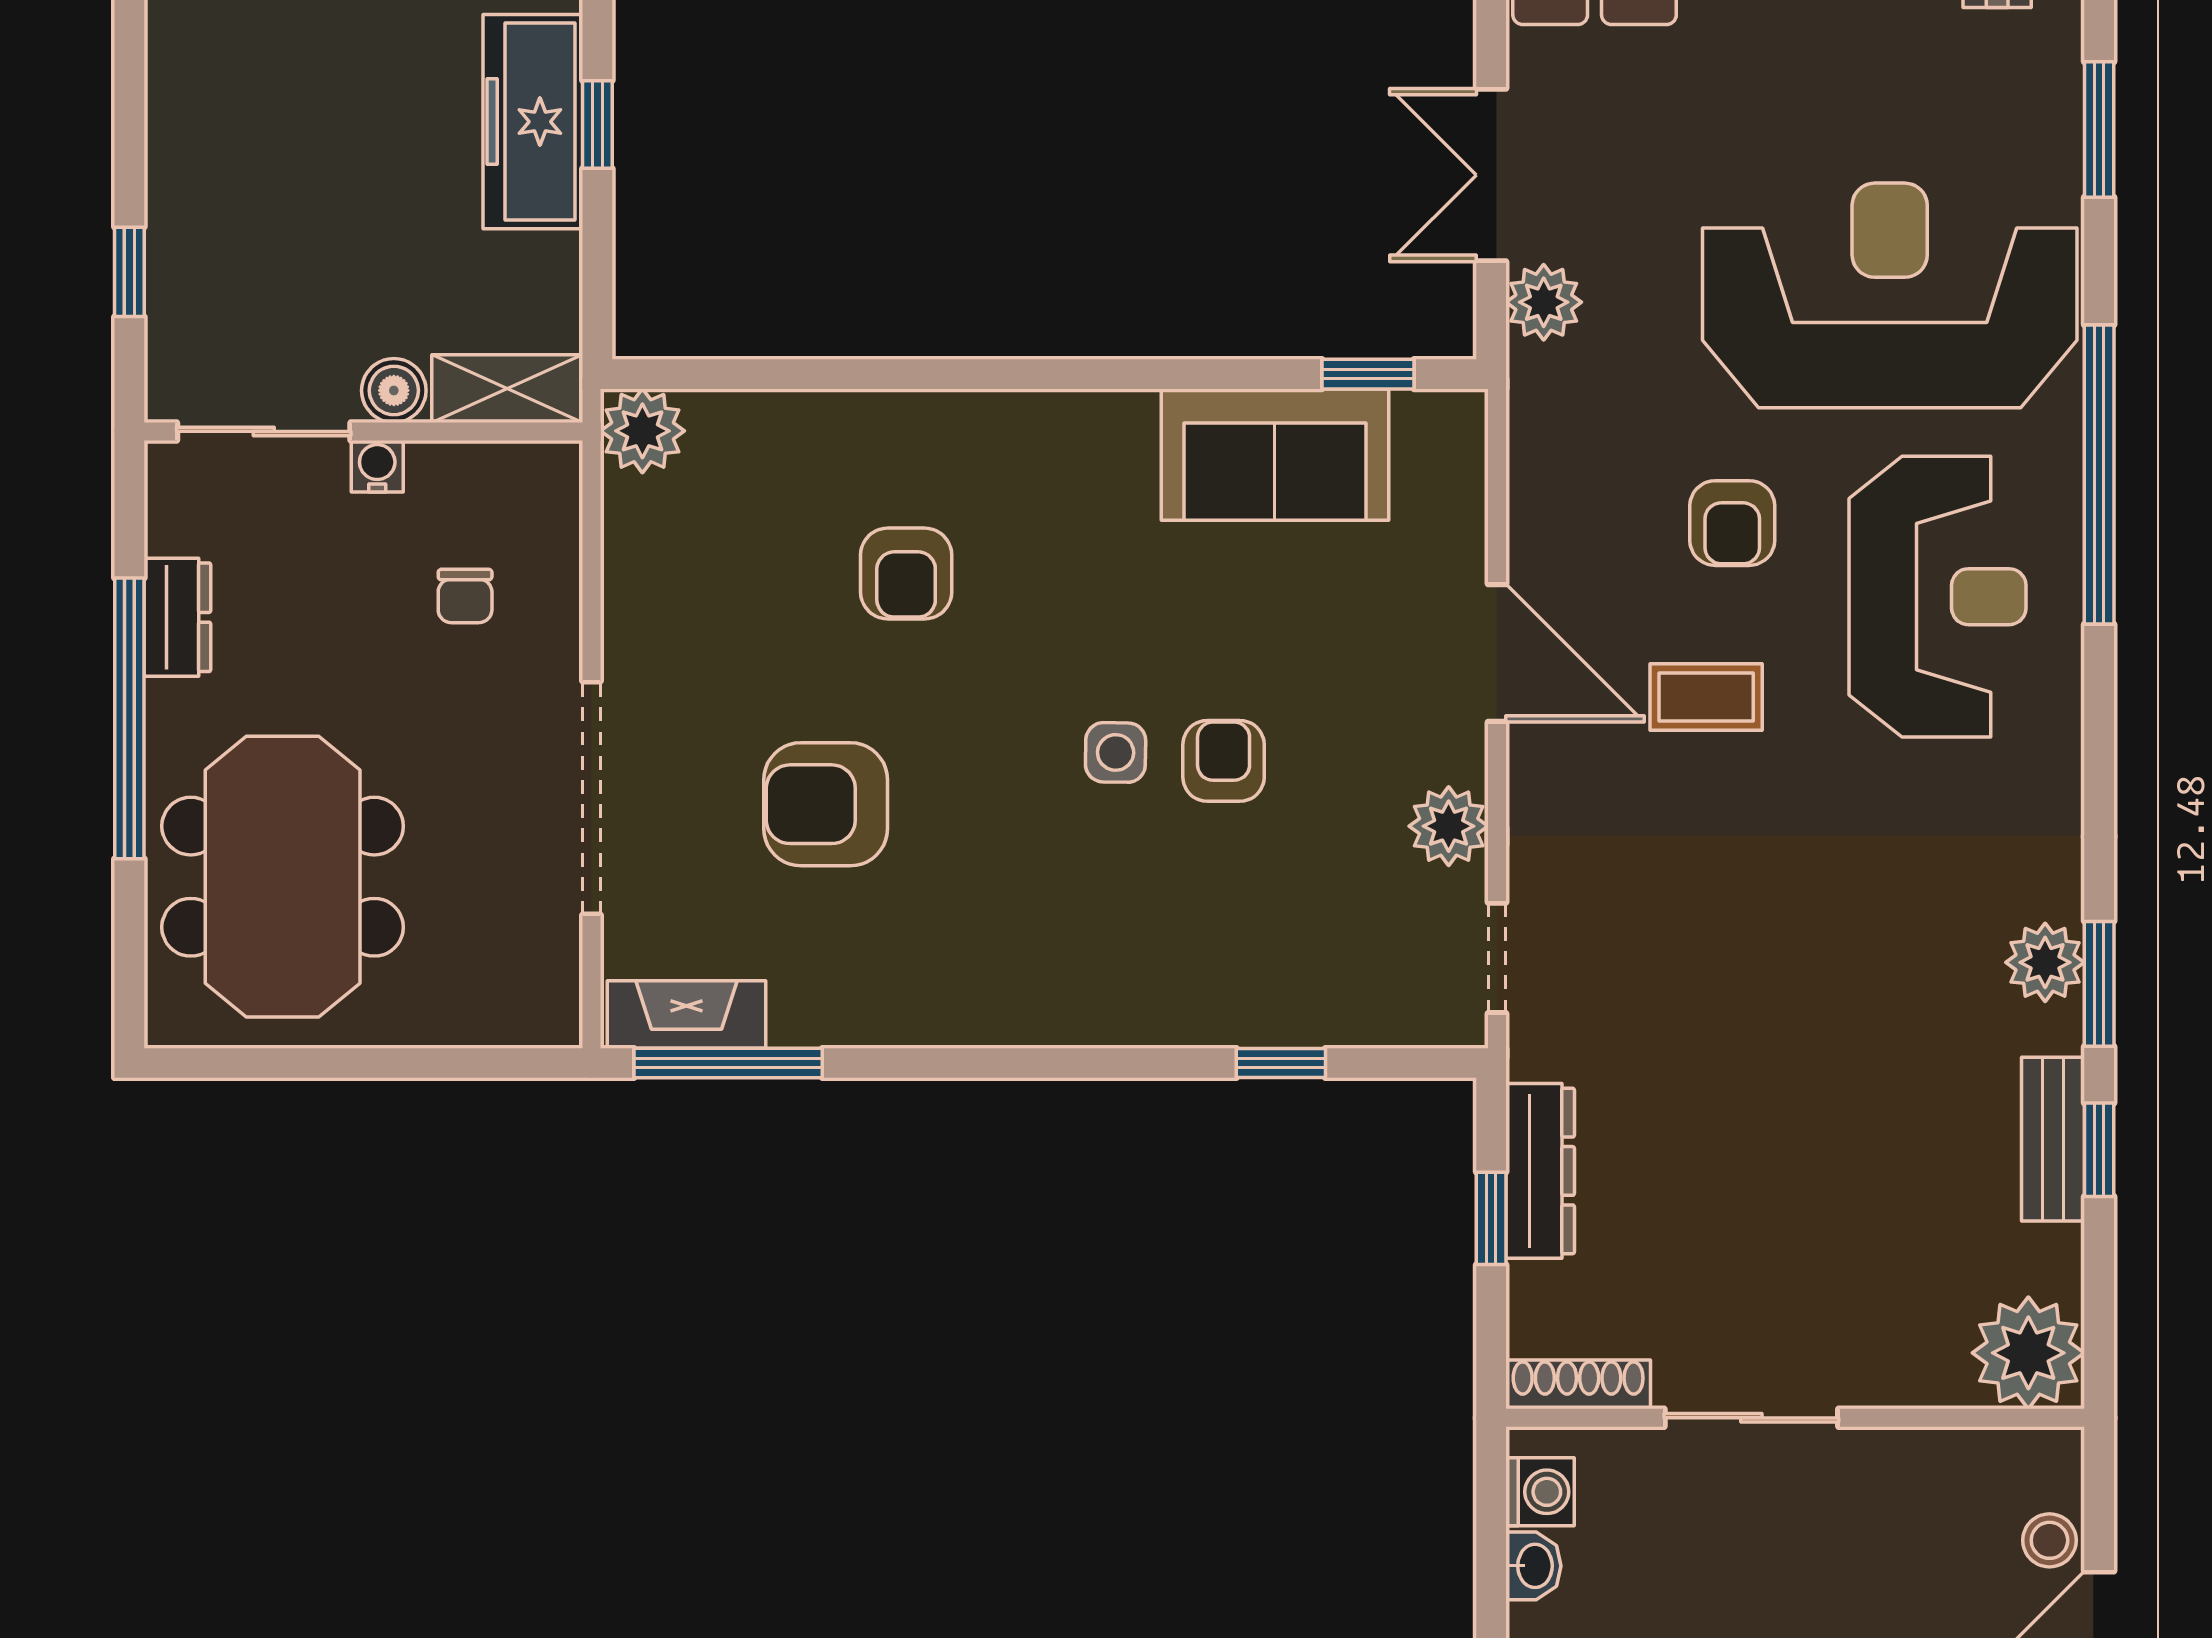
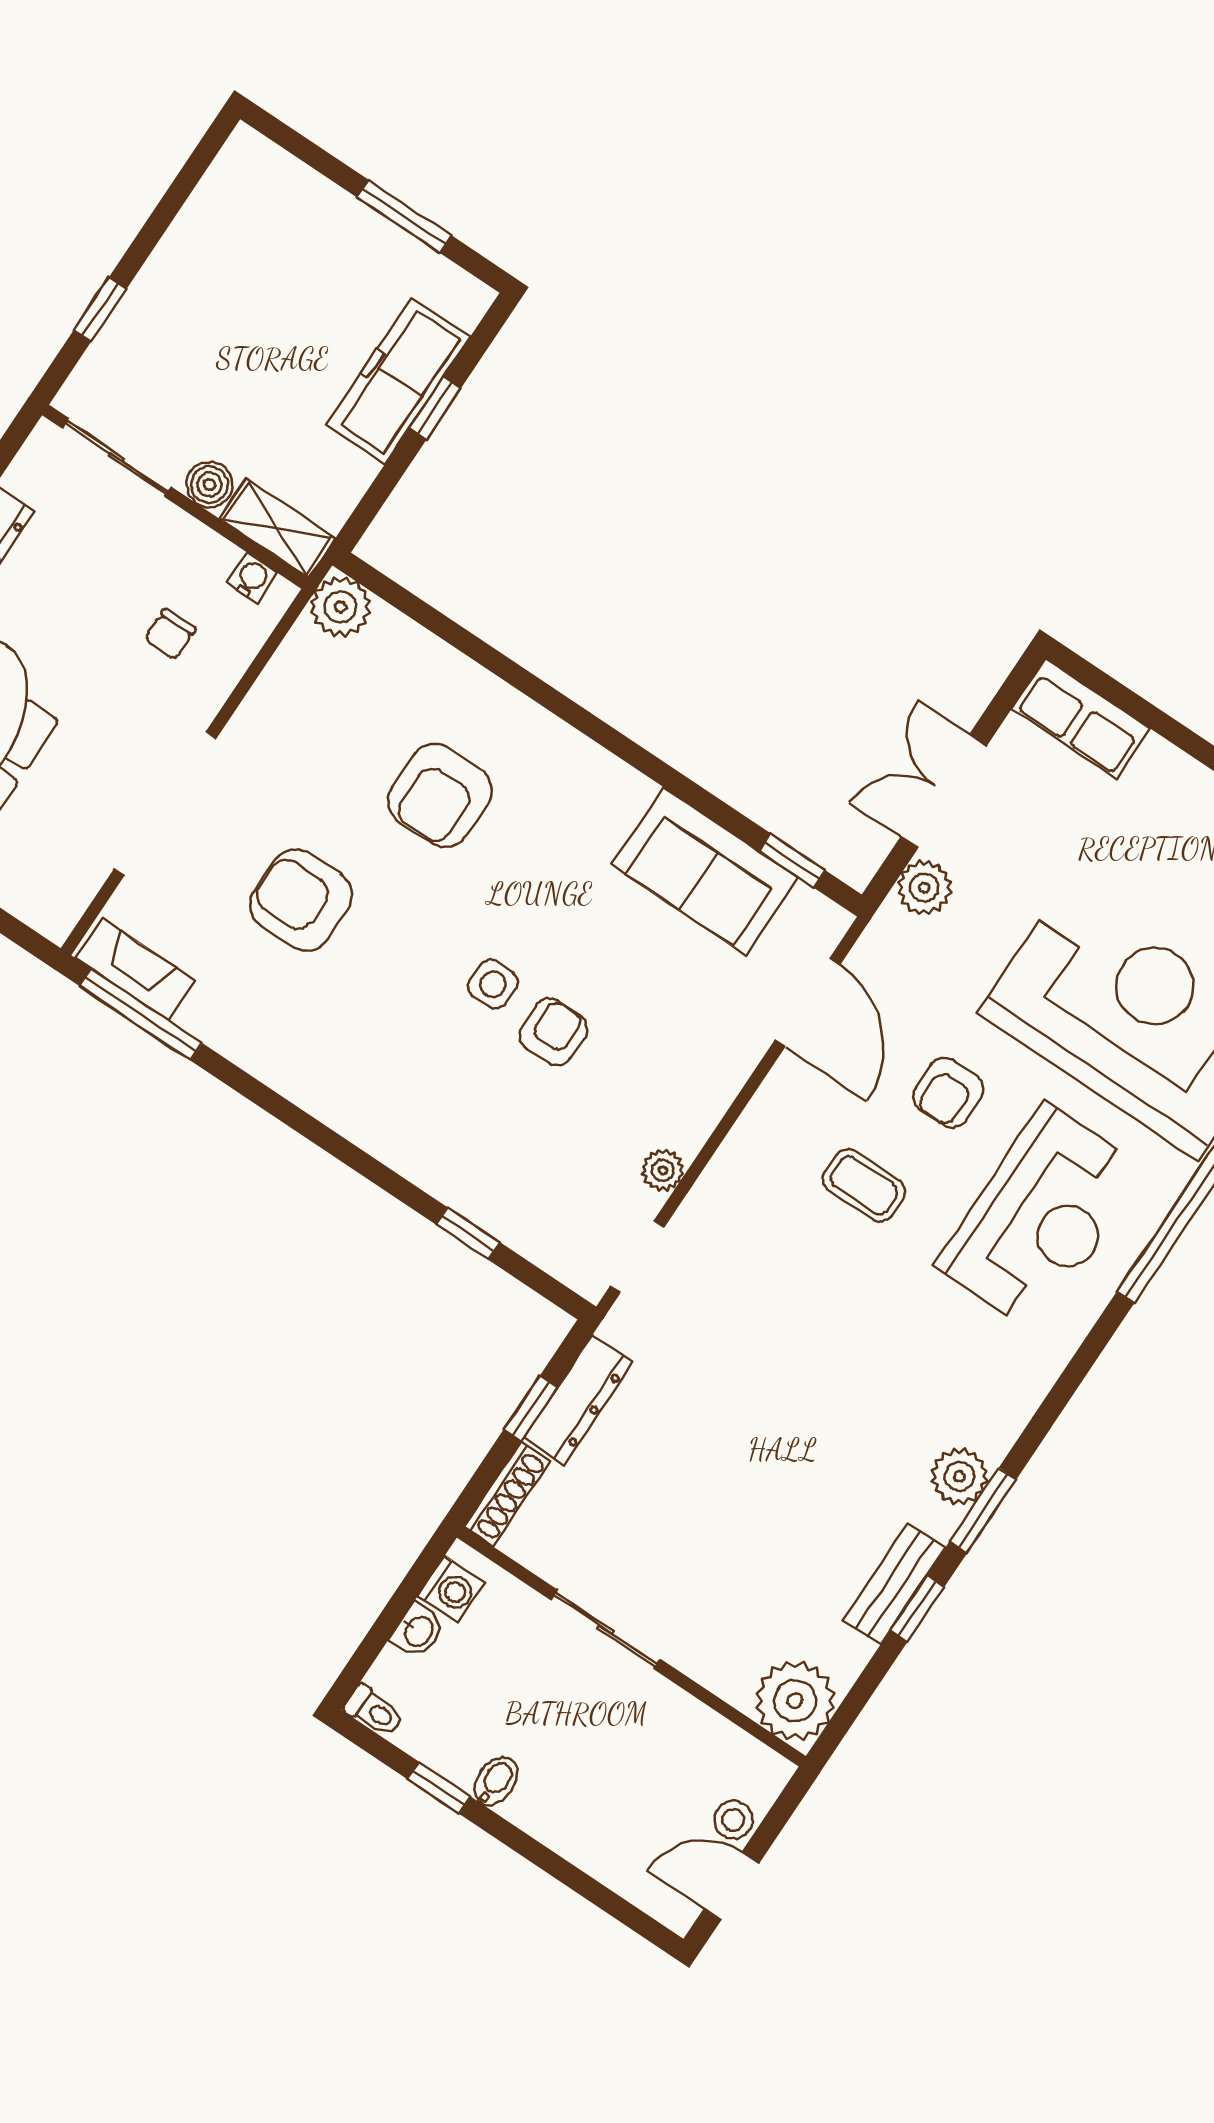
water cooler: (377, 466) -> (252, 578), moved
armchair: (906, 573) -> (440, 796), width x1.38, depth x1.38
door: (1497, 653) -> (807, 1003), moved
plant: (1449, 826) -> (663, 1170), width x0.73, depth x0.73
shoe rack: (1578, 1384) -> (507, 1494), moved, turned 90

